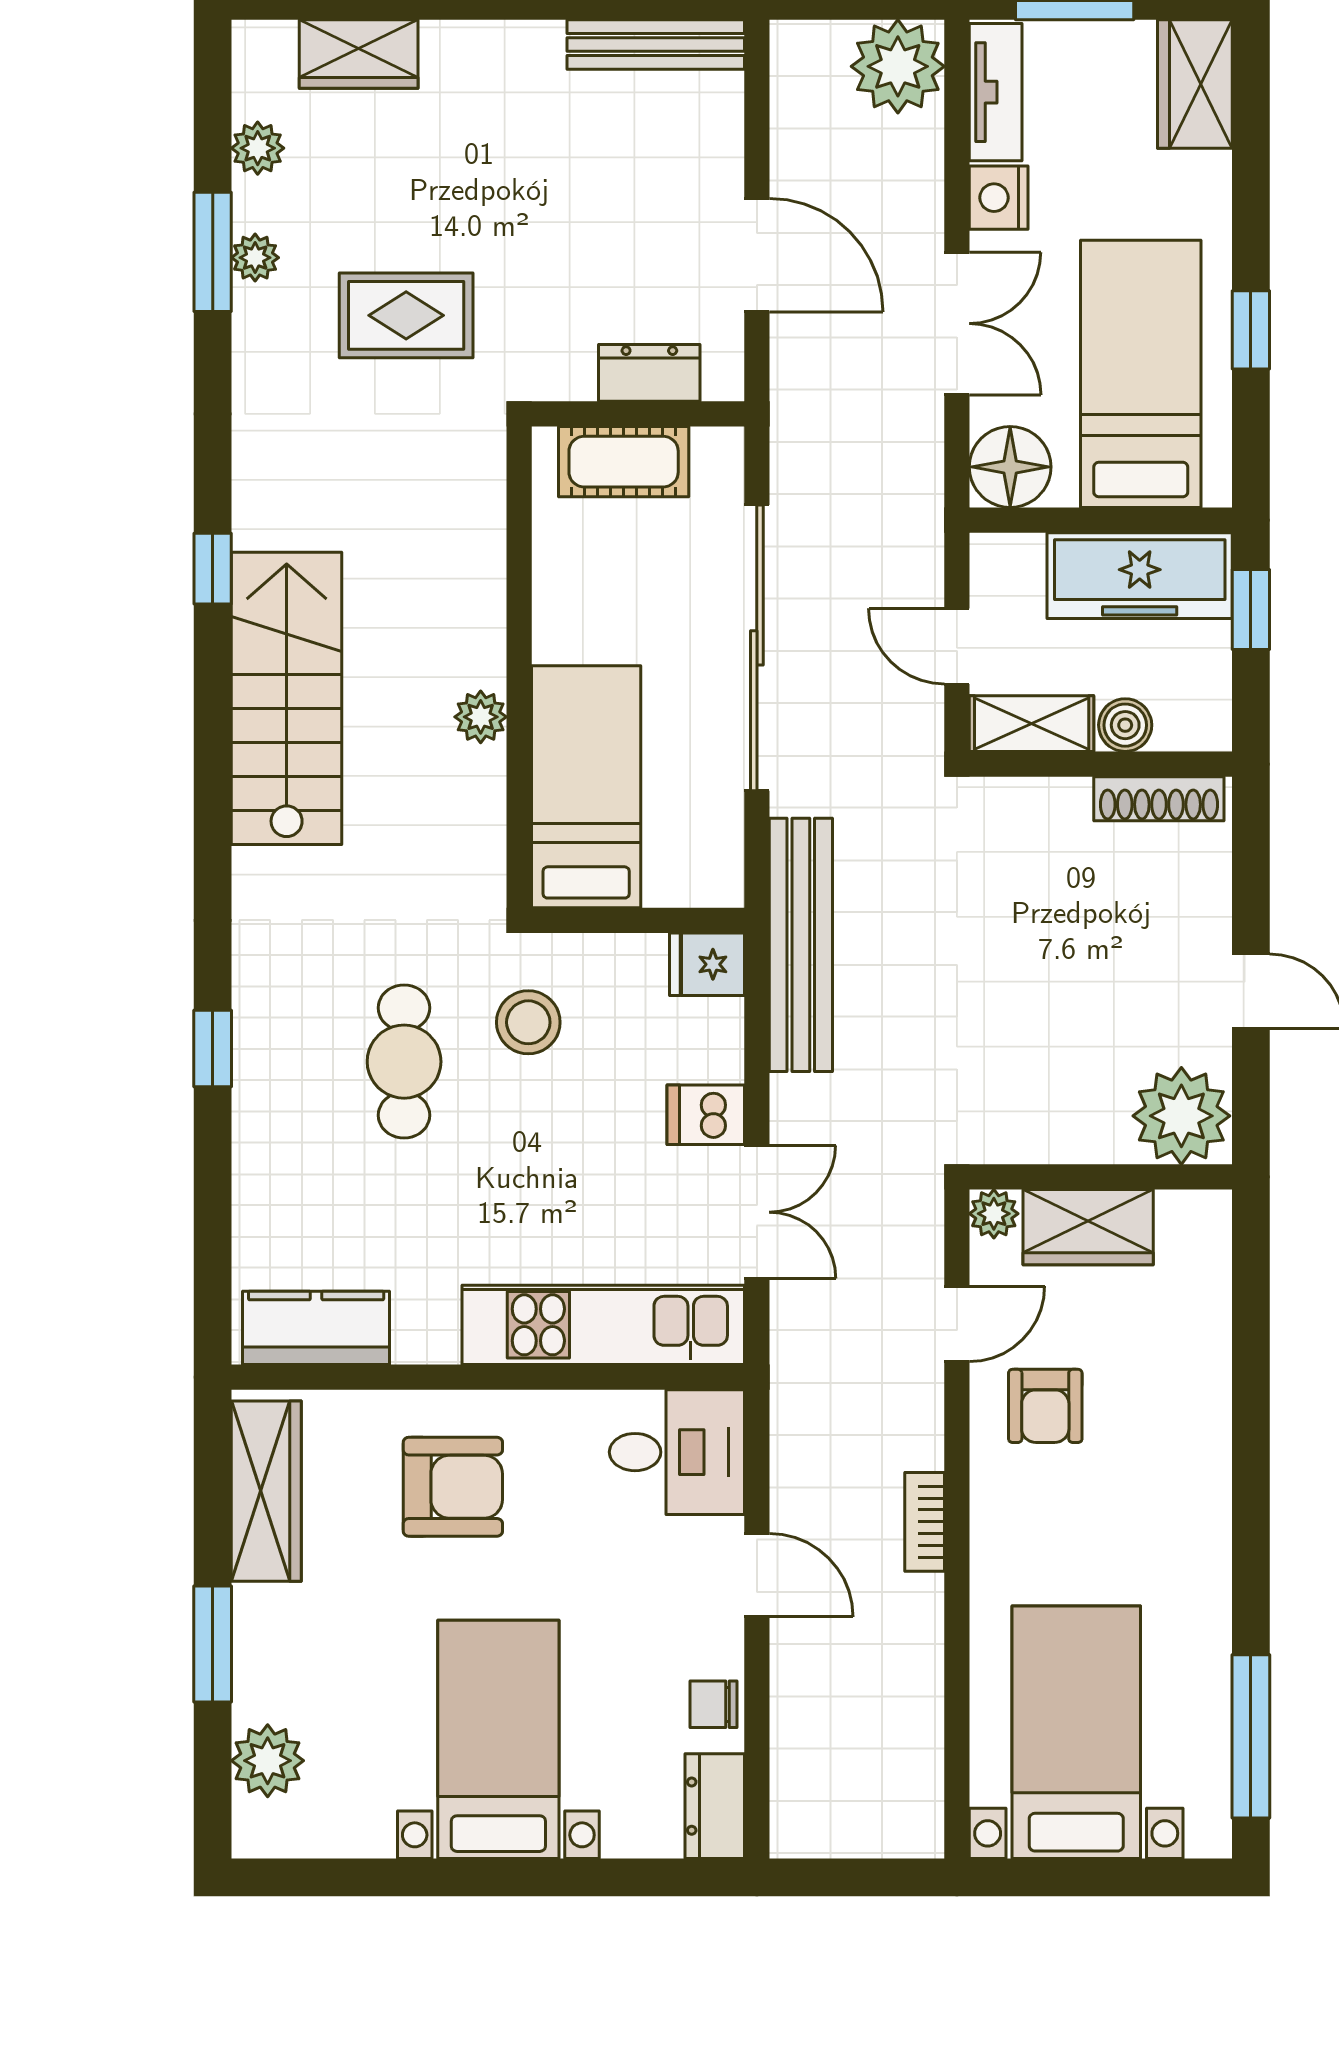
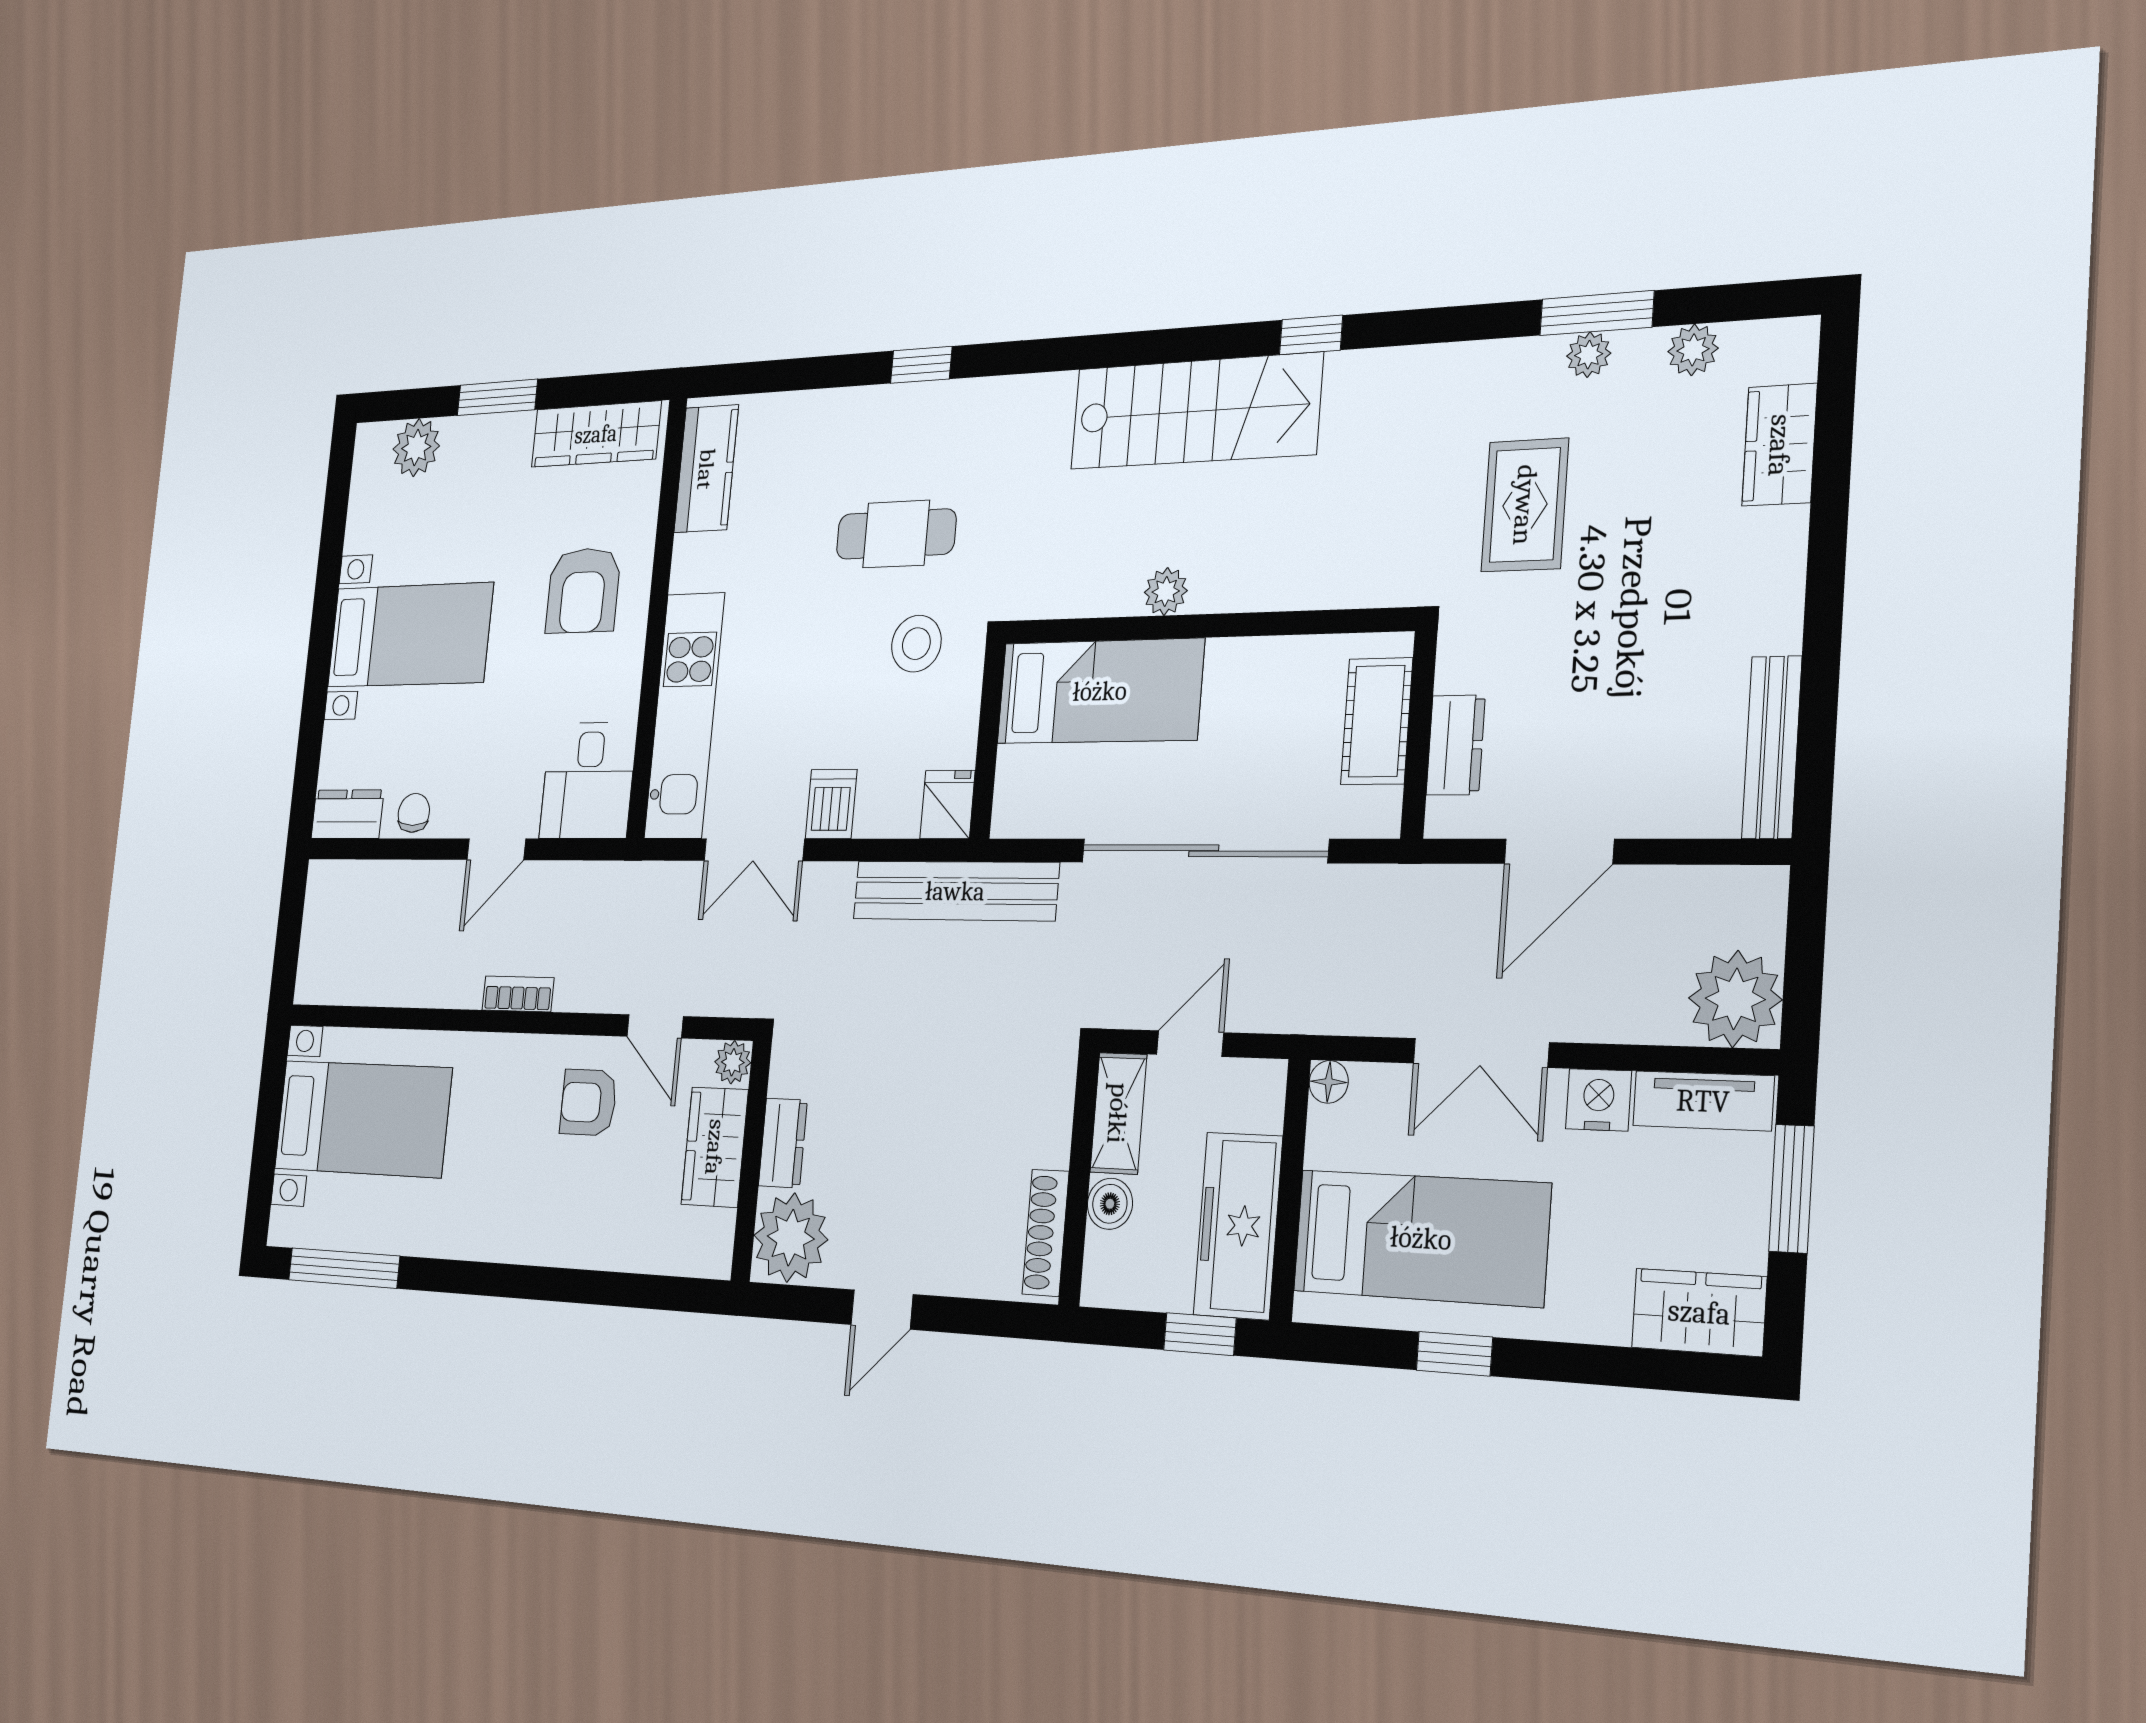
floor lamp: (1010, 467) -> (1329, 1082), width x0.53, depth x0.53
dresser: (1080, 1137) -> (783, 1143), added

